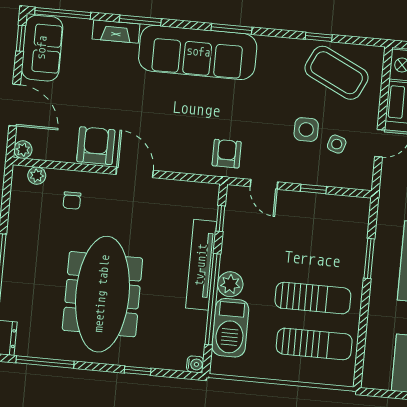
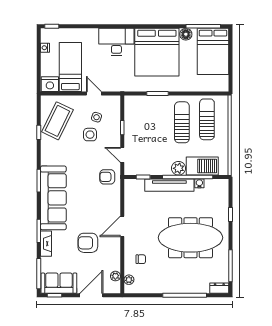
armchair: (96, 146) -> (88, 243), moved
plant: (23, 150) -> (115, 276), moved
door: (264, 184) -> (122, 155), swing flipped
water cooler: (195, 364) -> (199, 183), moved

